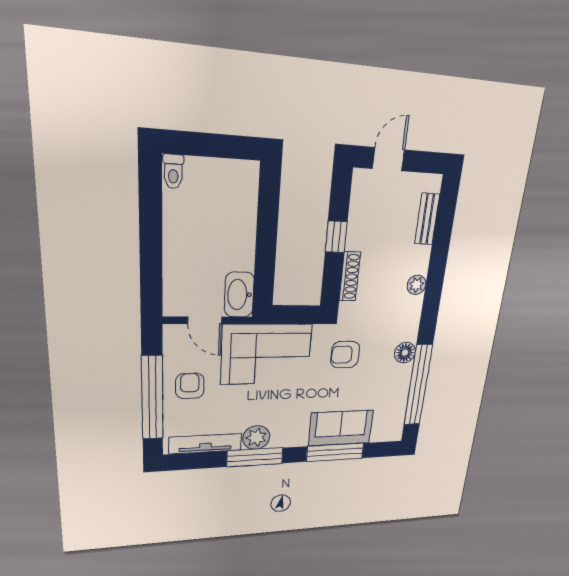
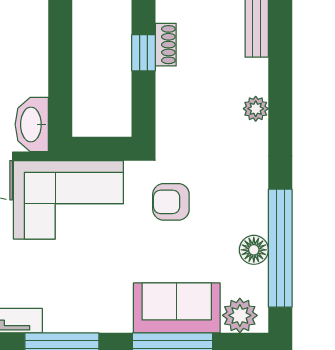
shoe rack: (350, 277) -> (166, 45), moved, width x0.70
floor lamp: (405, 353) -> (254, 250), moved
plant: (256, 437) -> (240, 315), moved

